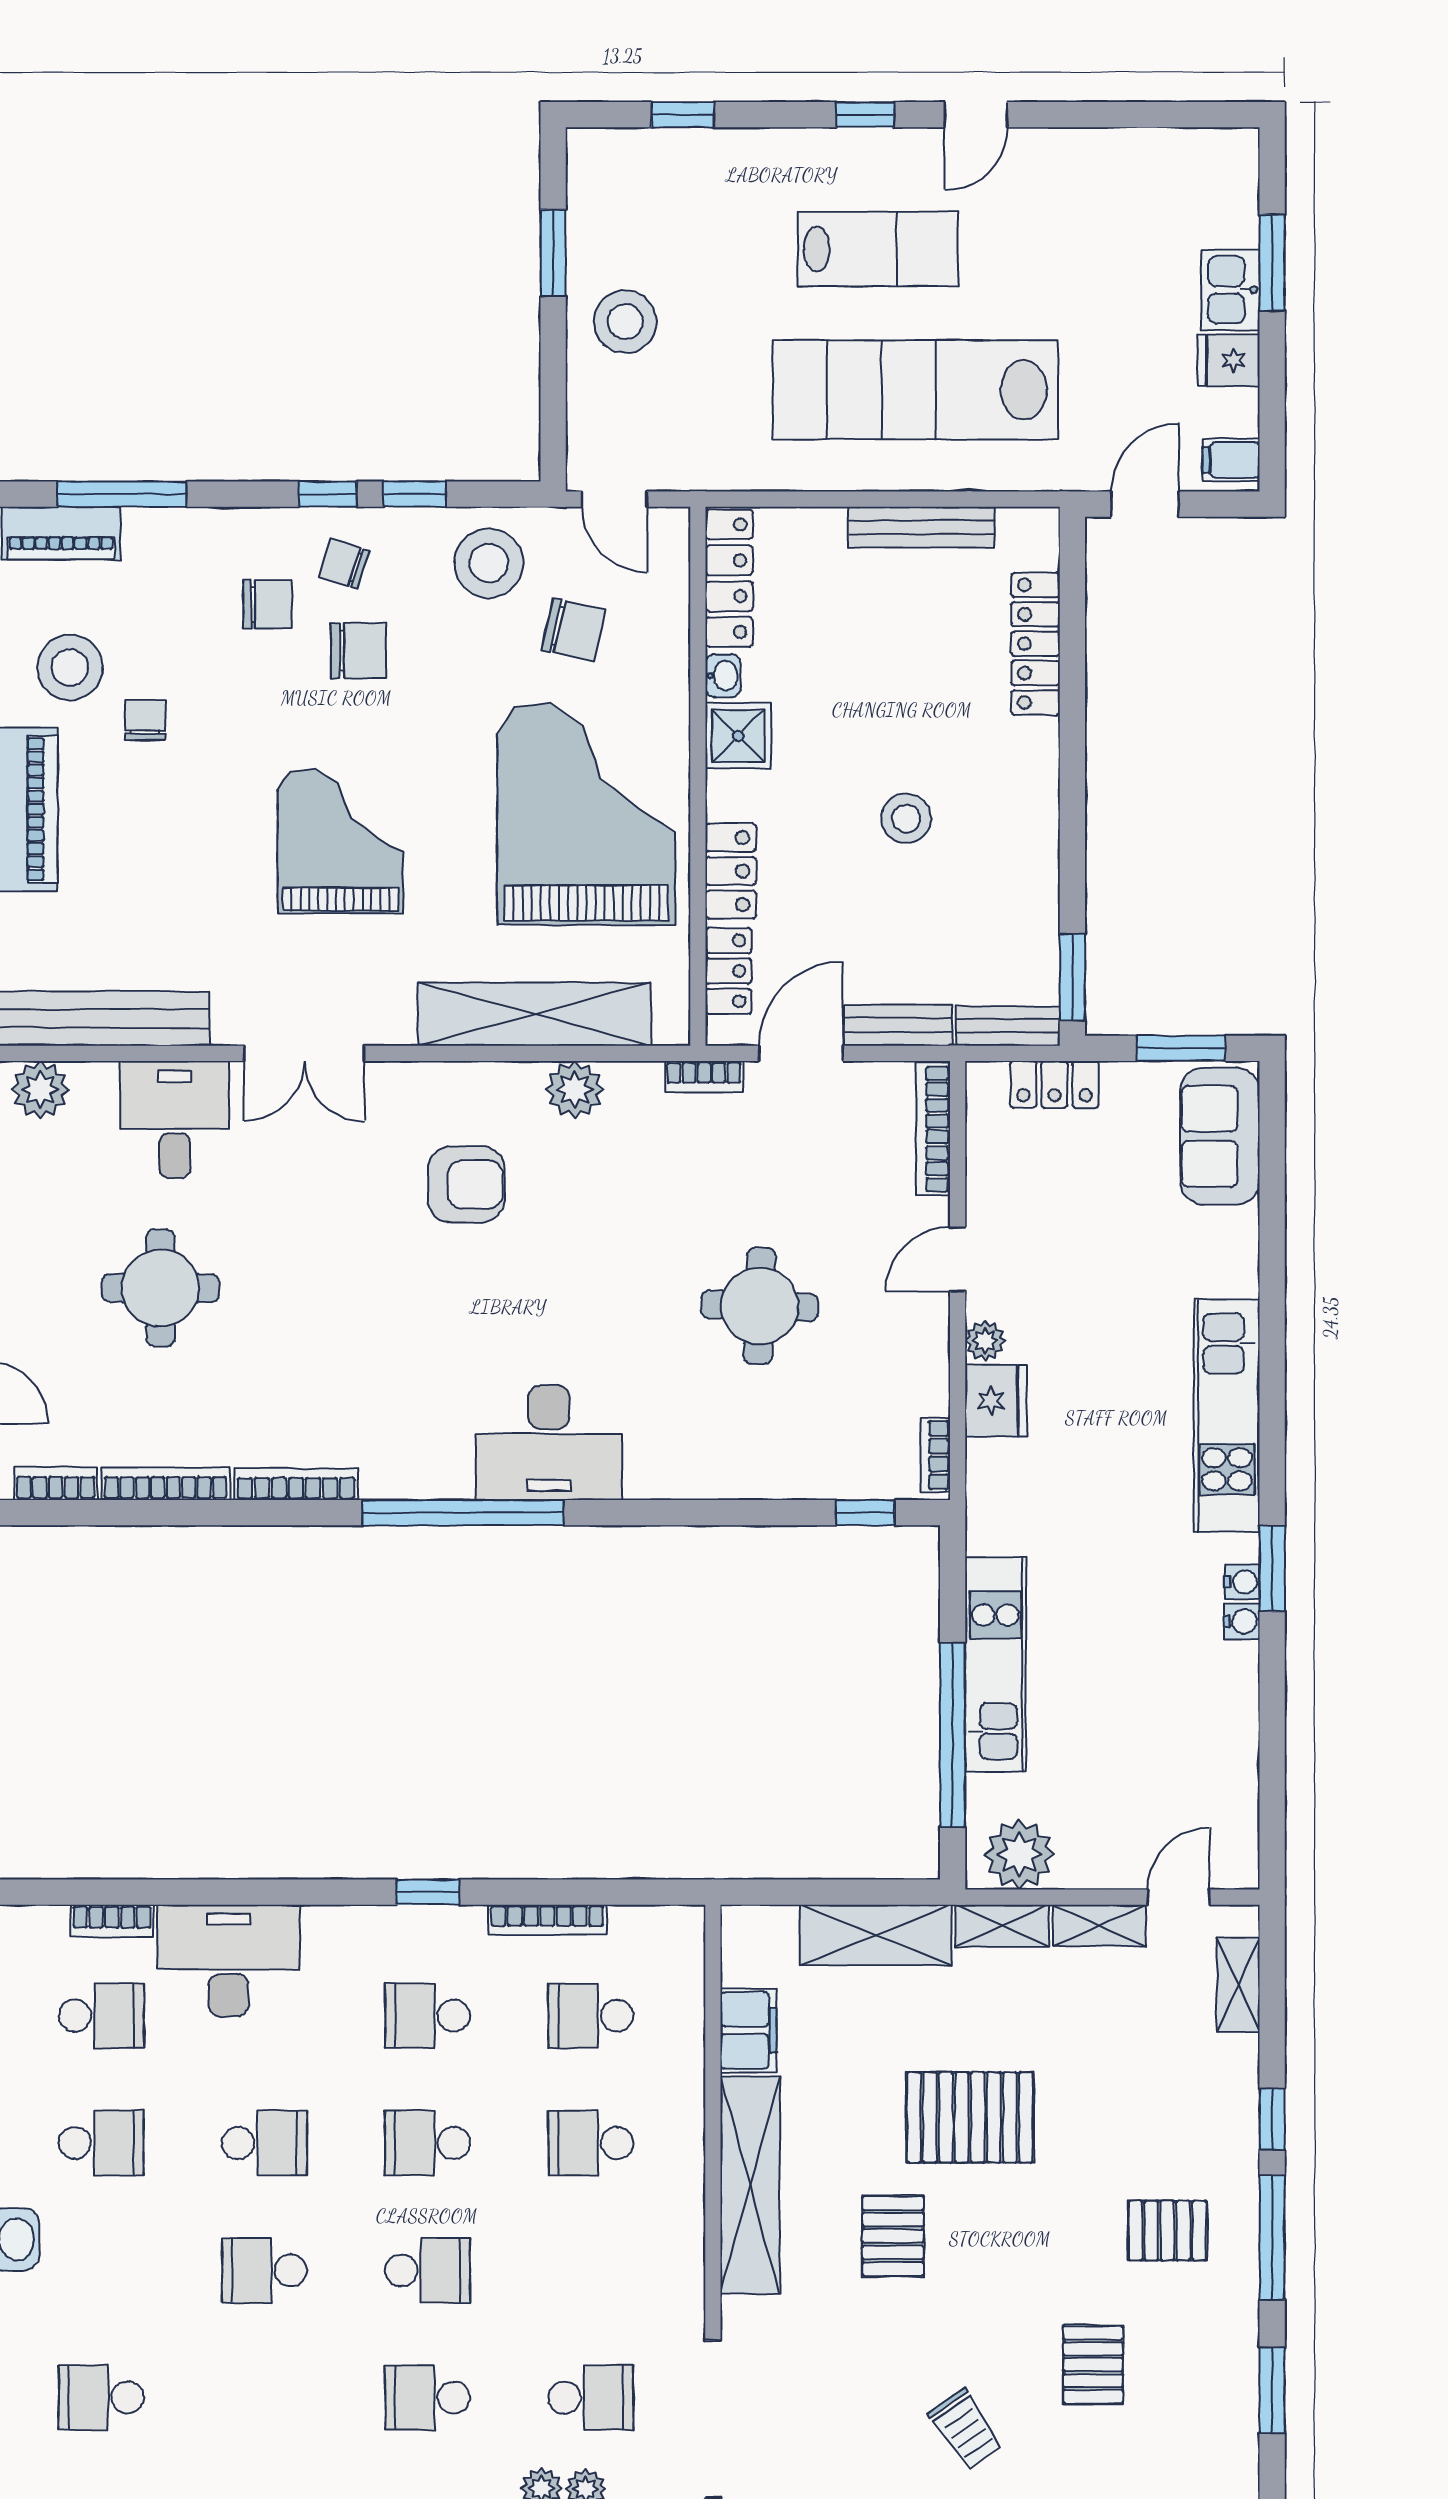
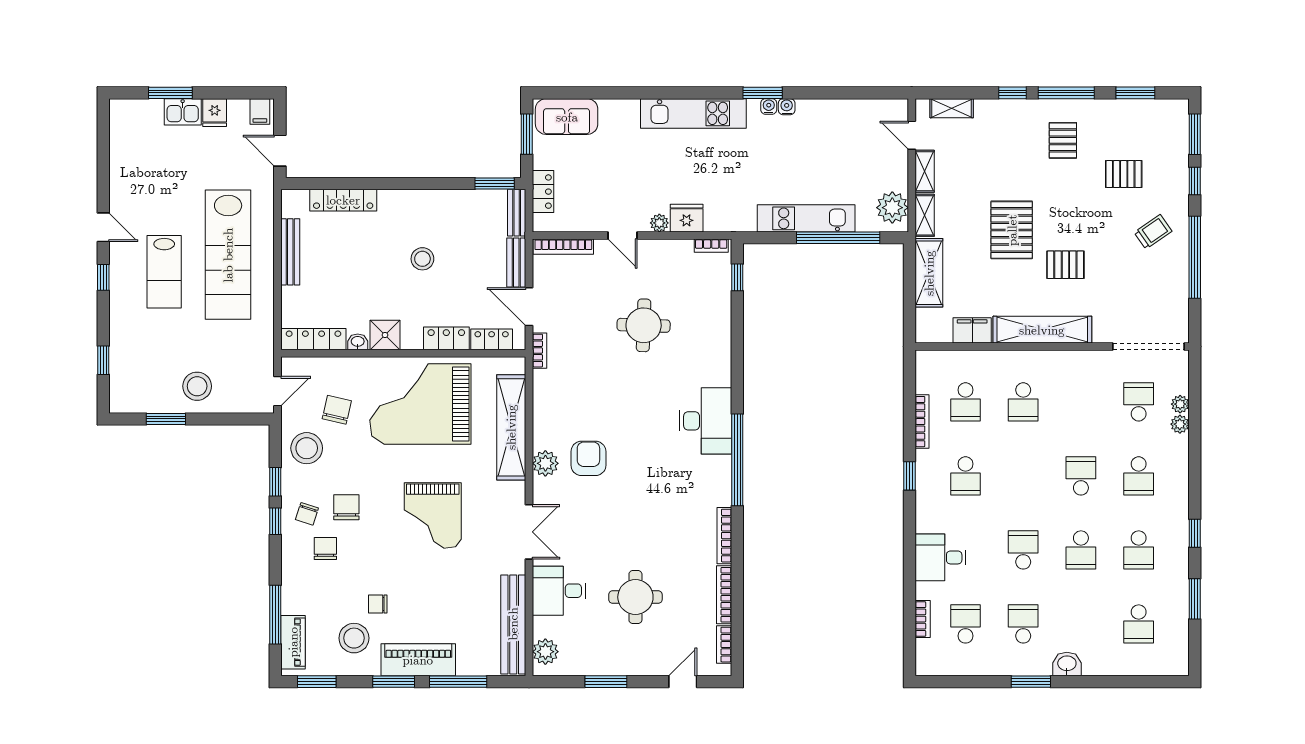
lab bench: (878, 249) -> (164, 272), turned 180
grand piano: (340, 841) -> (433, 515), turned -90
plant: (575, 1090) -> (545, 463), moved
desk: (228, 1961) -> (940, 557), width x0.73
school desk: (428, 2143) -> (1139, 550), moved

